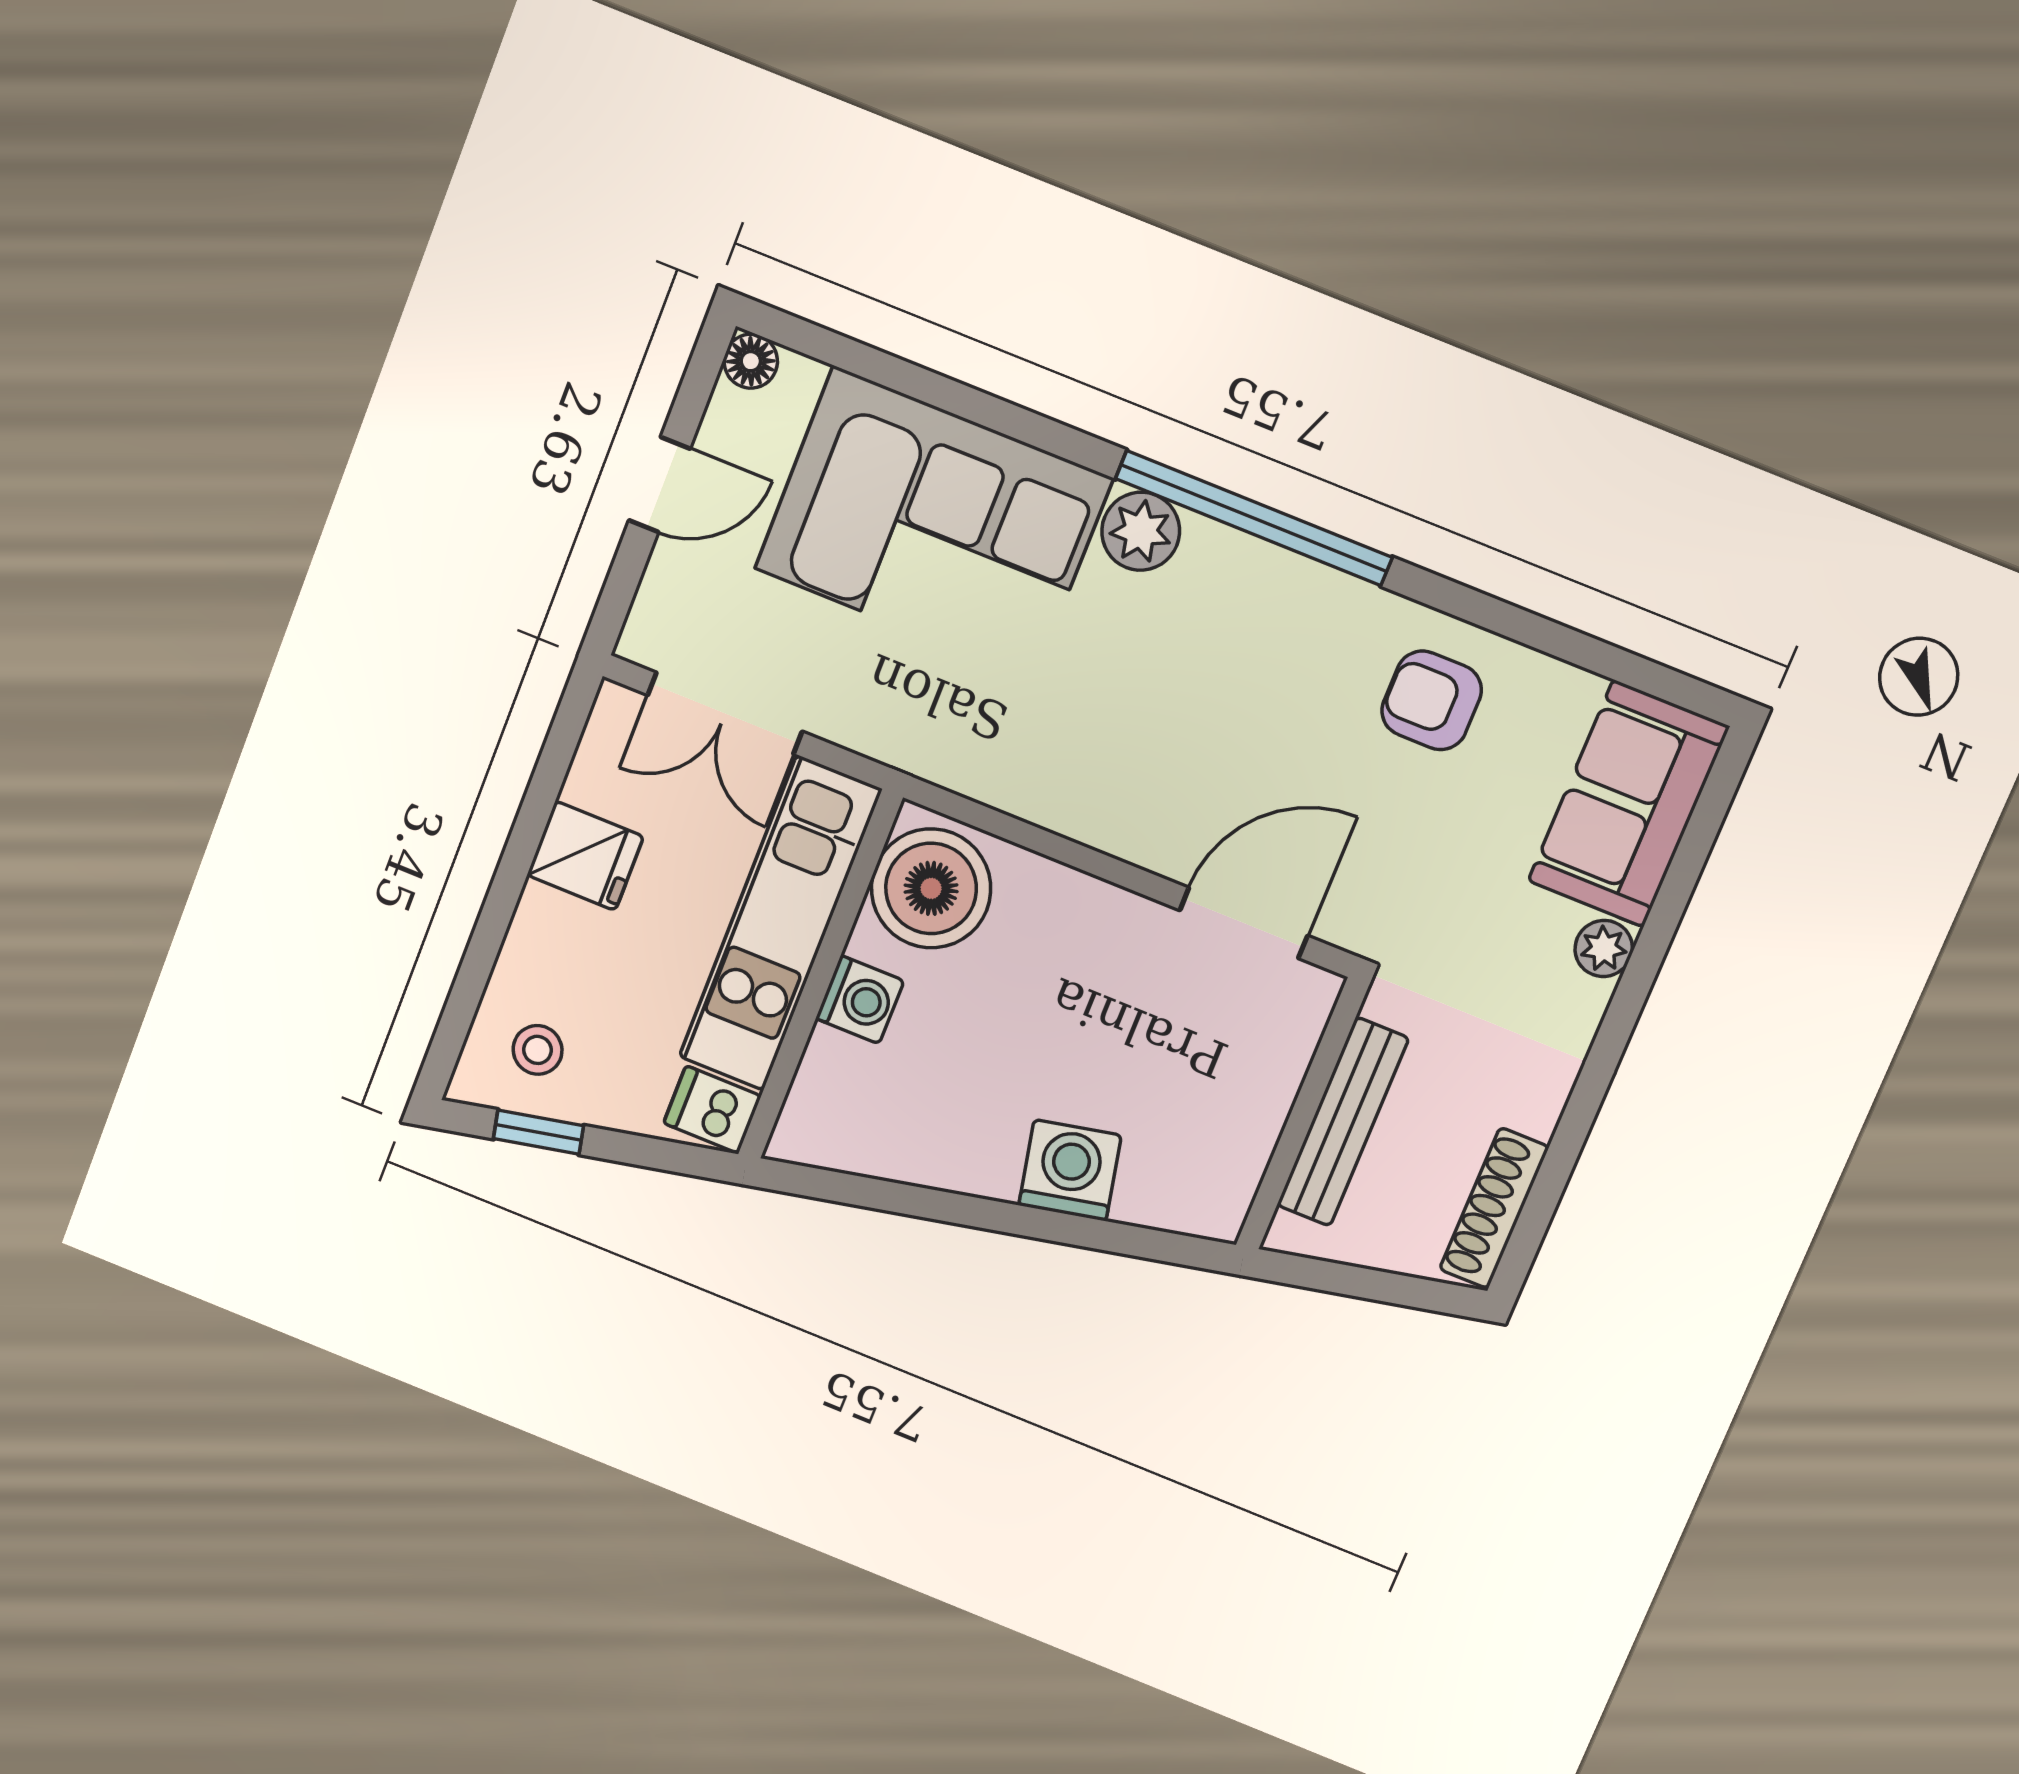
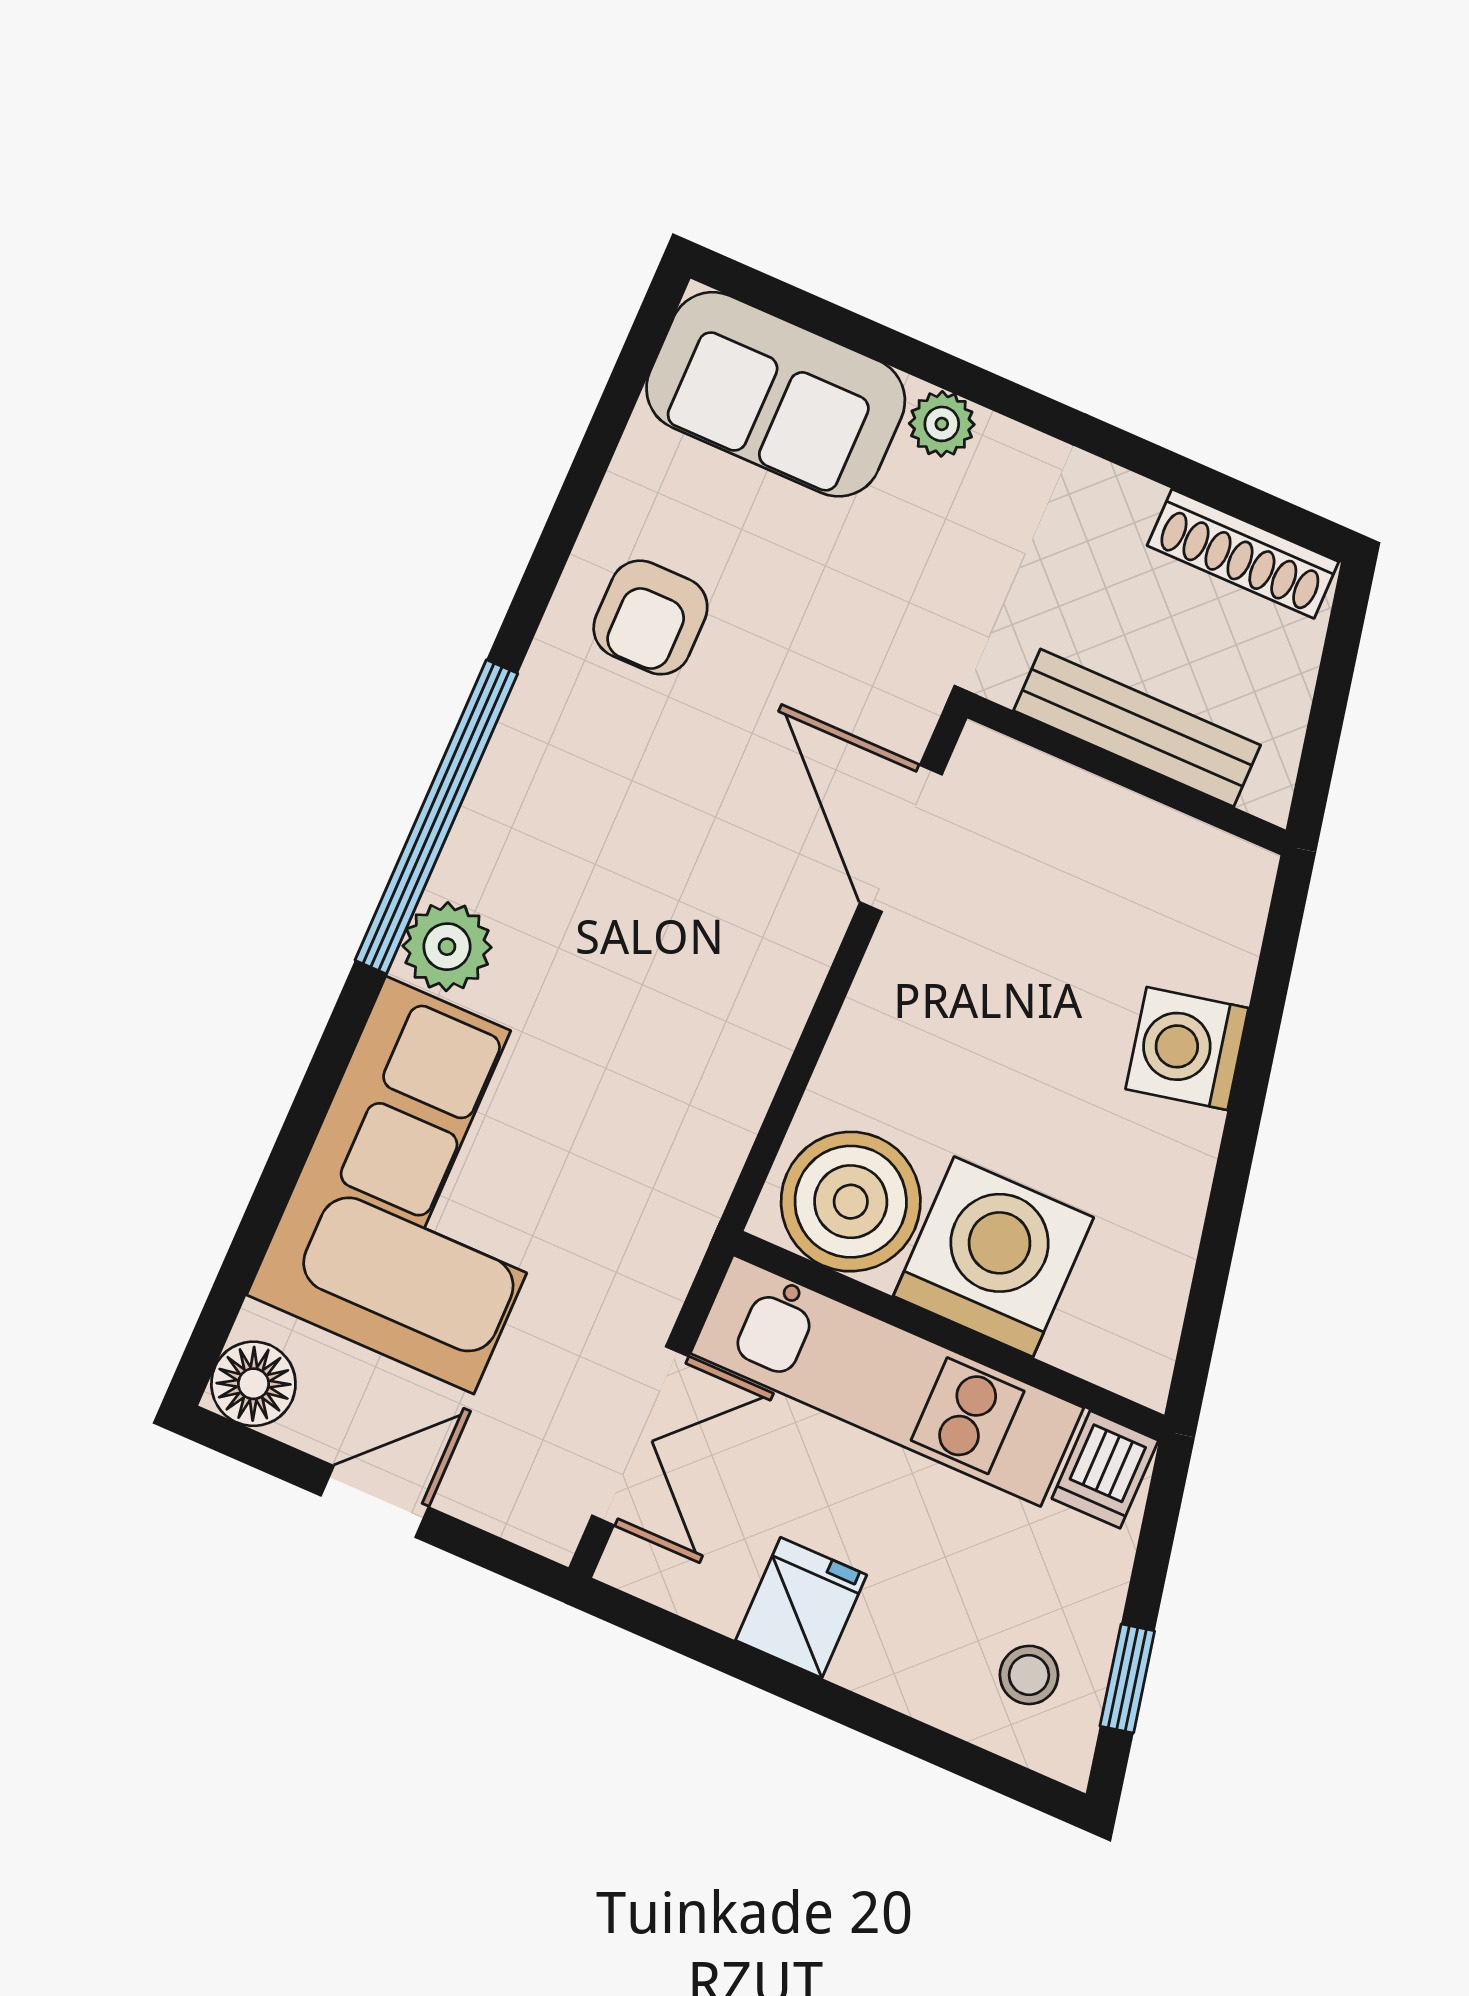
floor lamp: (751, 361) -> (253, 1384), width x1.37, depth x1.37
door: (659, 485) -> (375, 1501), hinge flipped
washing machine: (860, 1000) -> (993, 1257), width x1.89, depth x1.89

